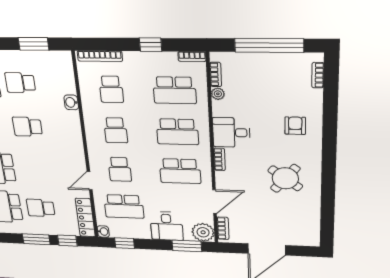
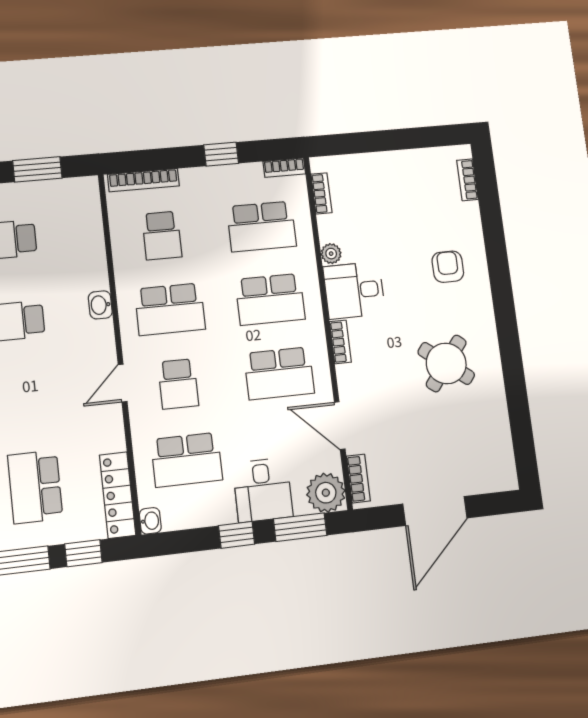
window: (269, 45) -> (393, 140), removed
plant: (218, 94) -> (331, 254), moved
washbasin: (71, 102) -> (100, 305), moved
school desk: (116, 130) -> (170, 309), width x1.85
door: (90, 181) -> (123, 383), moved
door: (215, 202) -> (340, 426), swing flipped
school desk: (41, 208) -> (35, 487), width x1.85
window: (125, 243) -> (237, 535), moved

